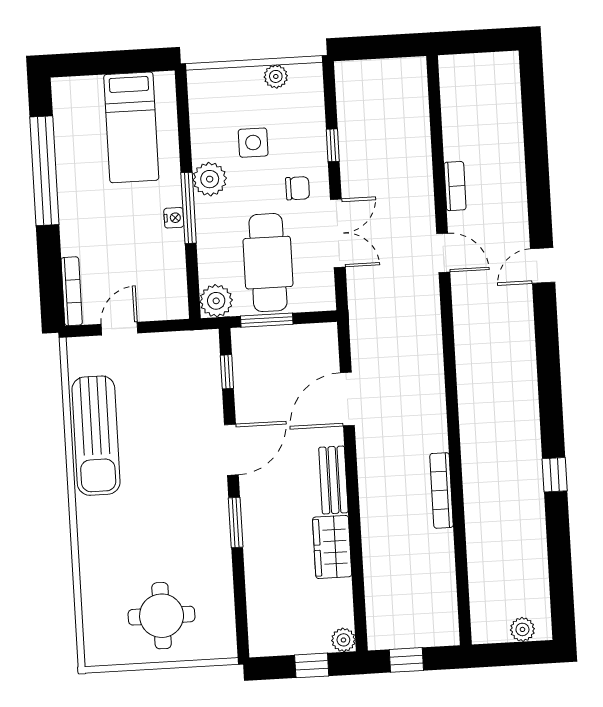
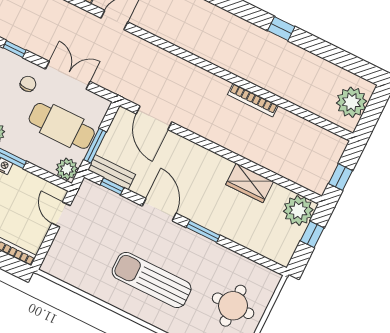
door: (119, 329) -> (61, 214), moved
door: (347, 399) -> (154, 118), moved
sun lounger: (96, 436) -> (152, 280), moved, turned 180
bench: (333, 480) -> (112, 172), moved
plant: (522, 629) -> (352, 102), width x1.88, depth x1.88
plant: (343, 640) -> (298, 210), width x1.87, depth x1.87

